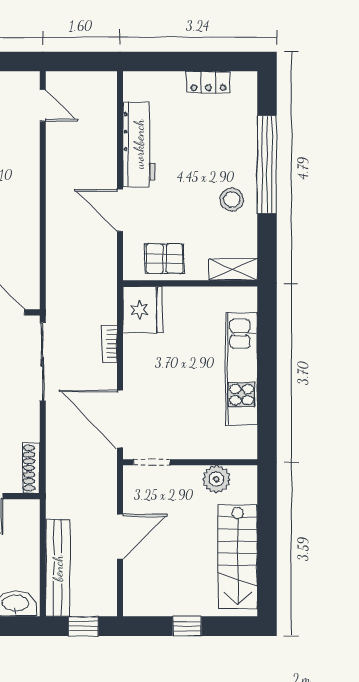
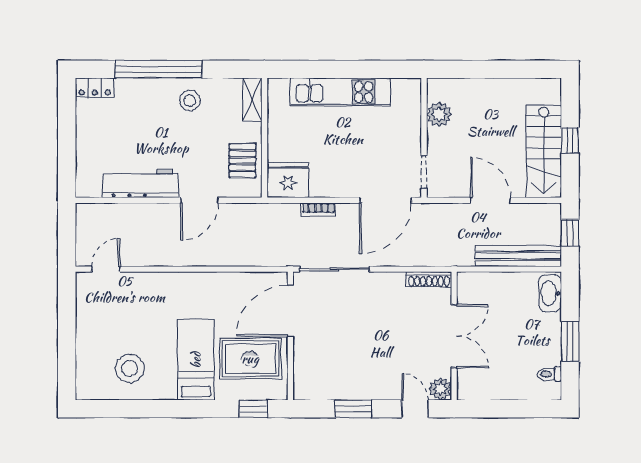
locker: (208, 82) -> (95, 88), moved, turned 90
stairs: (238, 557) -> (544, 151), moved, turned 90

